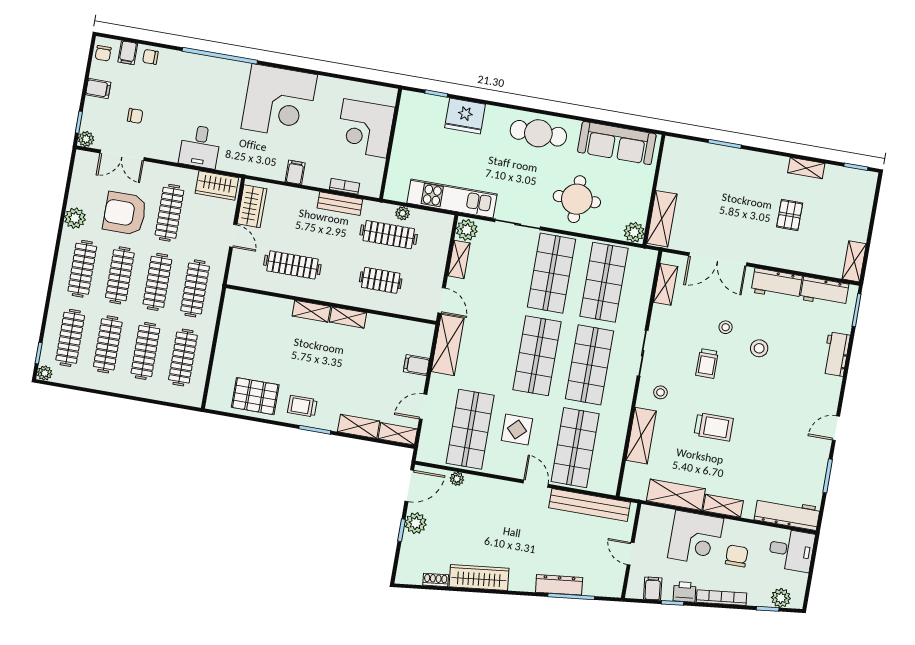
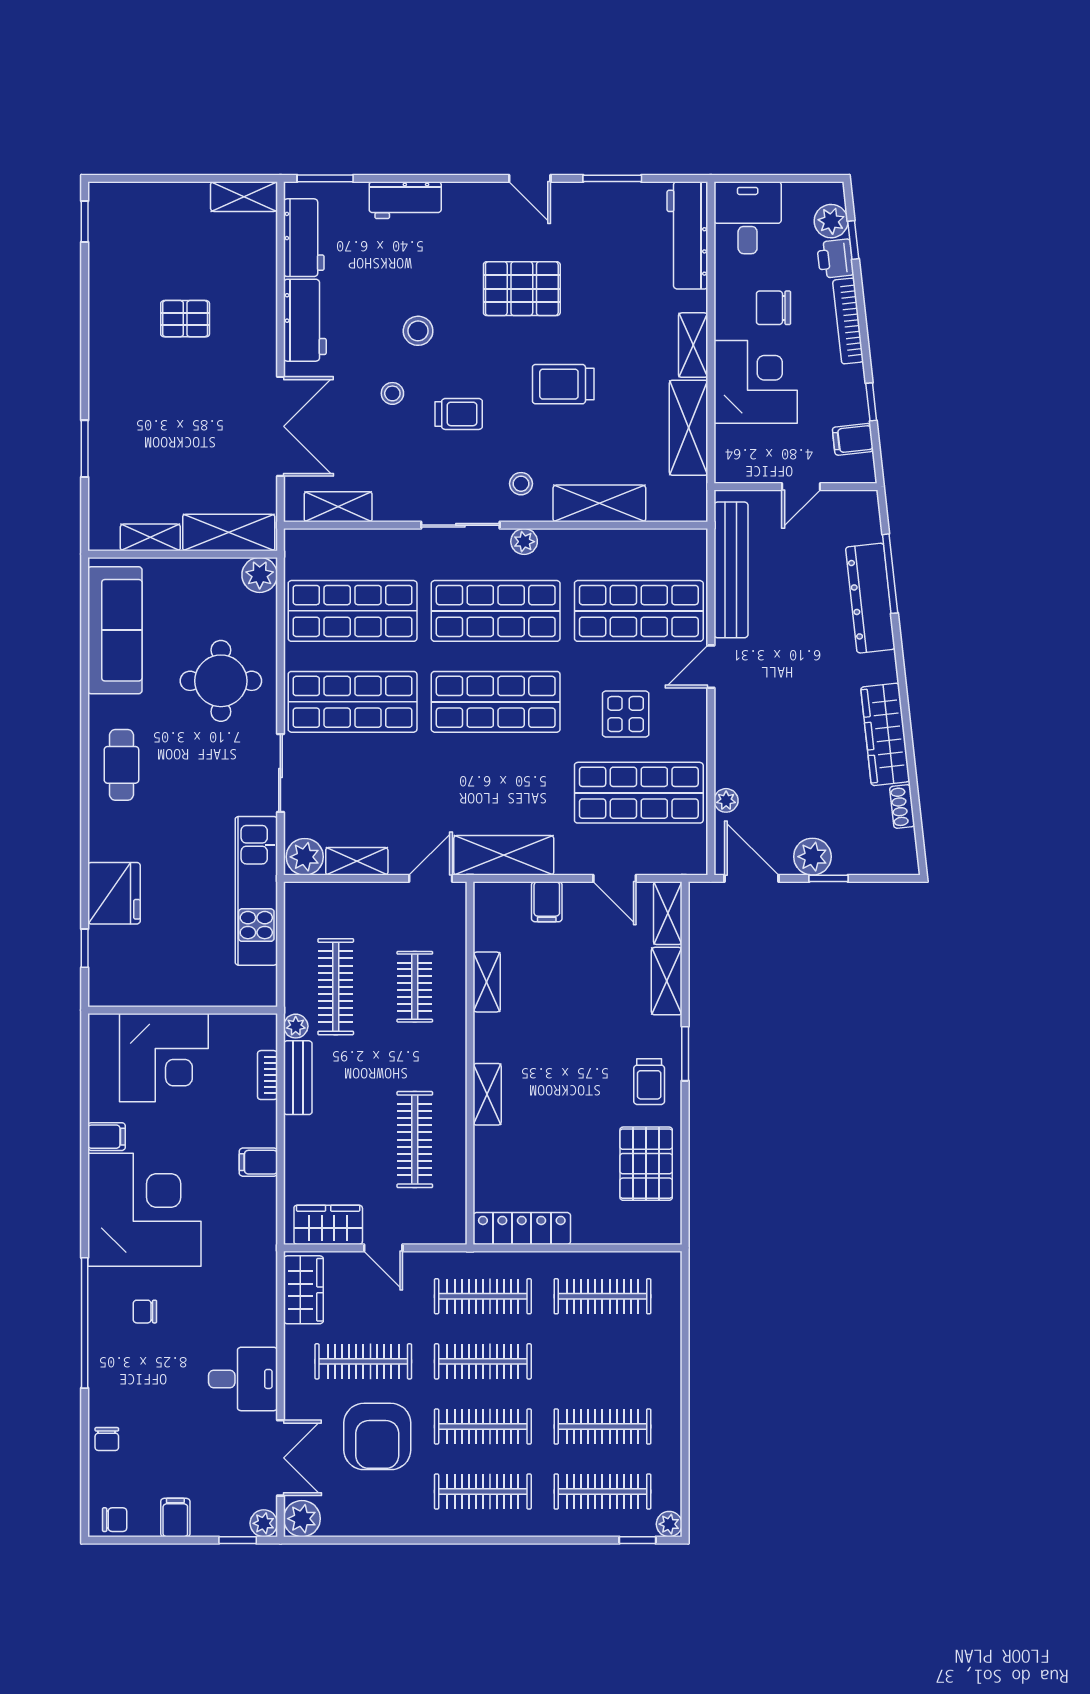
filing cabinet: (128, 53) -> (106, 1137), moved
chair: (135, 116) -> (145, 1312), moved, turned -90
cafe table: (538, 133) -> (121, 765), width x0.73, depth x0.74
desk: (200, 147) -> (243, 1379), moved
shelving: (806, 168) -> (150, 537), moved, turned 90
plant: (403, 213) -> (296, 1026), moved
plant: (75, 218) -> (302, 1519), moved
door: (233, 236) -> (383, 1248), swing flipped
shelving: (348, 317) -> (487, 982), moved
locker: (230, 318) -> (522, 1229), added
clothes rail: (145, 351) -> (602, 1361), removed
plant: (627, 388) -> (524, 542), added
pallet: (773, 412) -> (522, 289), added
trolley: (714, 427) -> (563, 384), turned -90
dresser: (559, 585) -> (870, 598), width x1.37, depth x1.24
printer: (685, 592) -> (835, 259), moved

